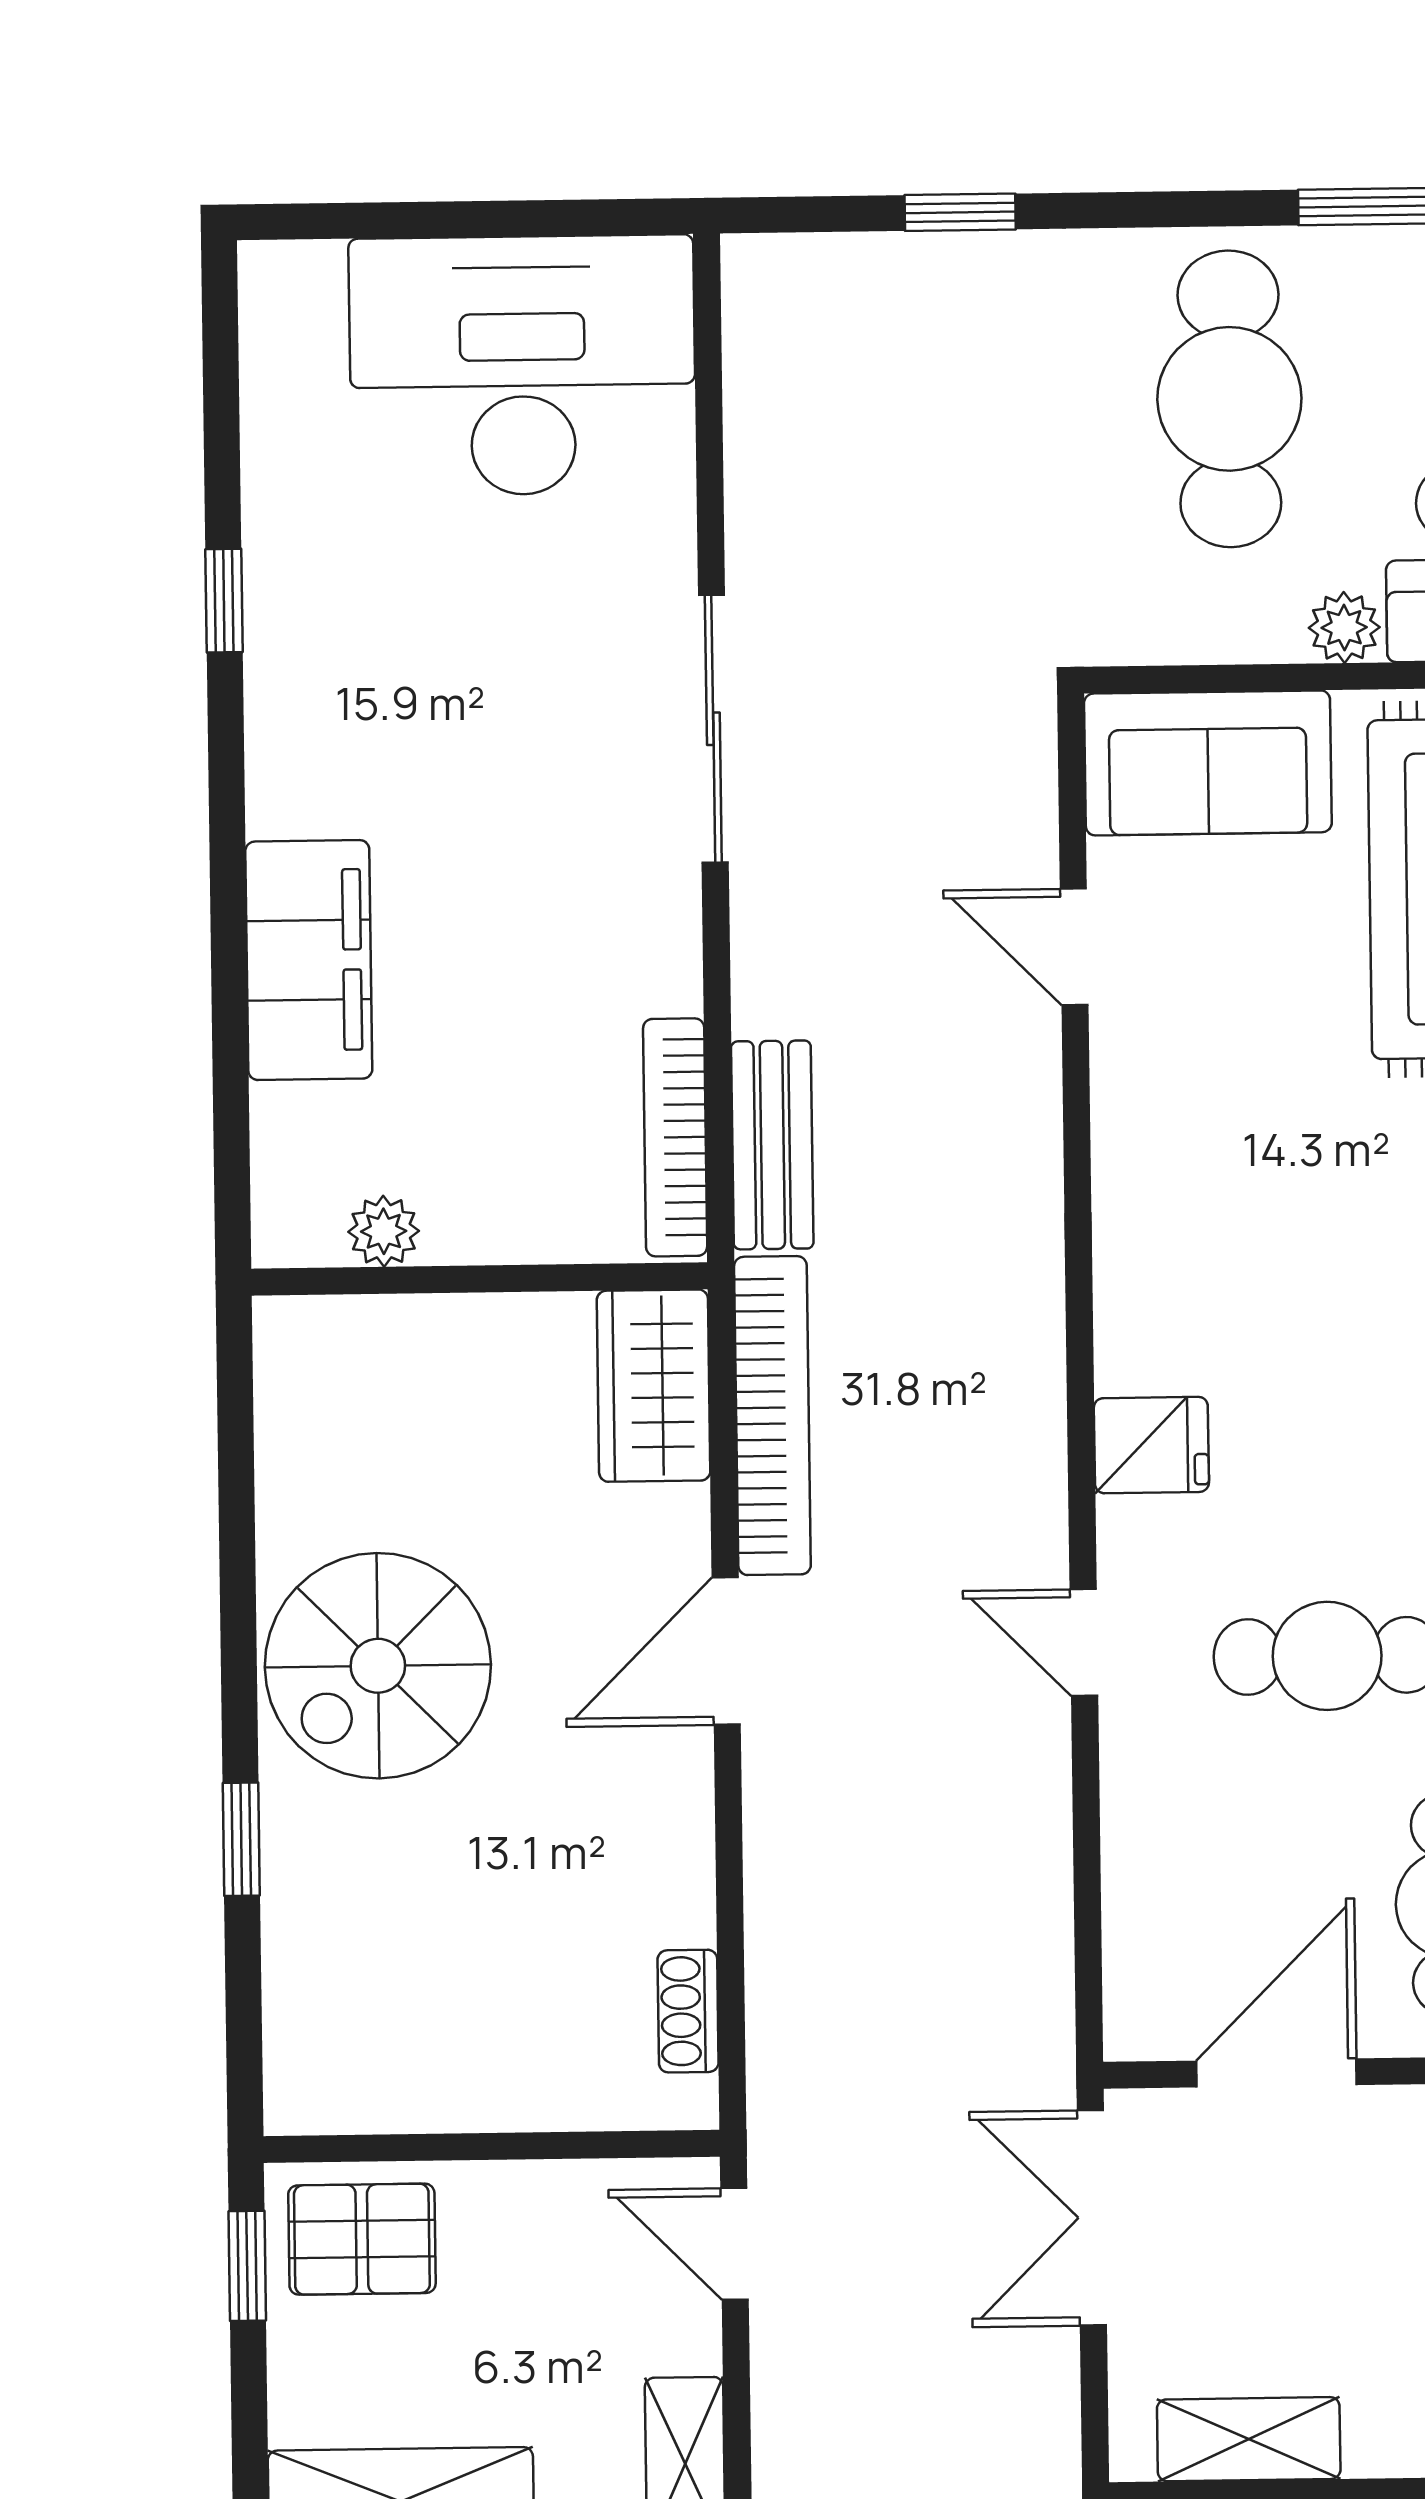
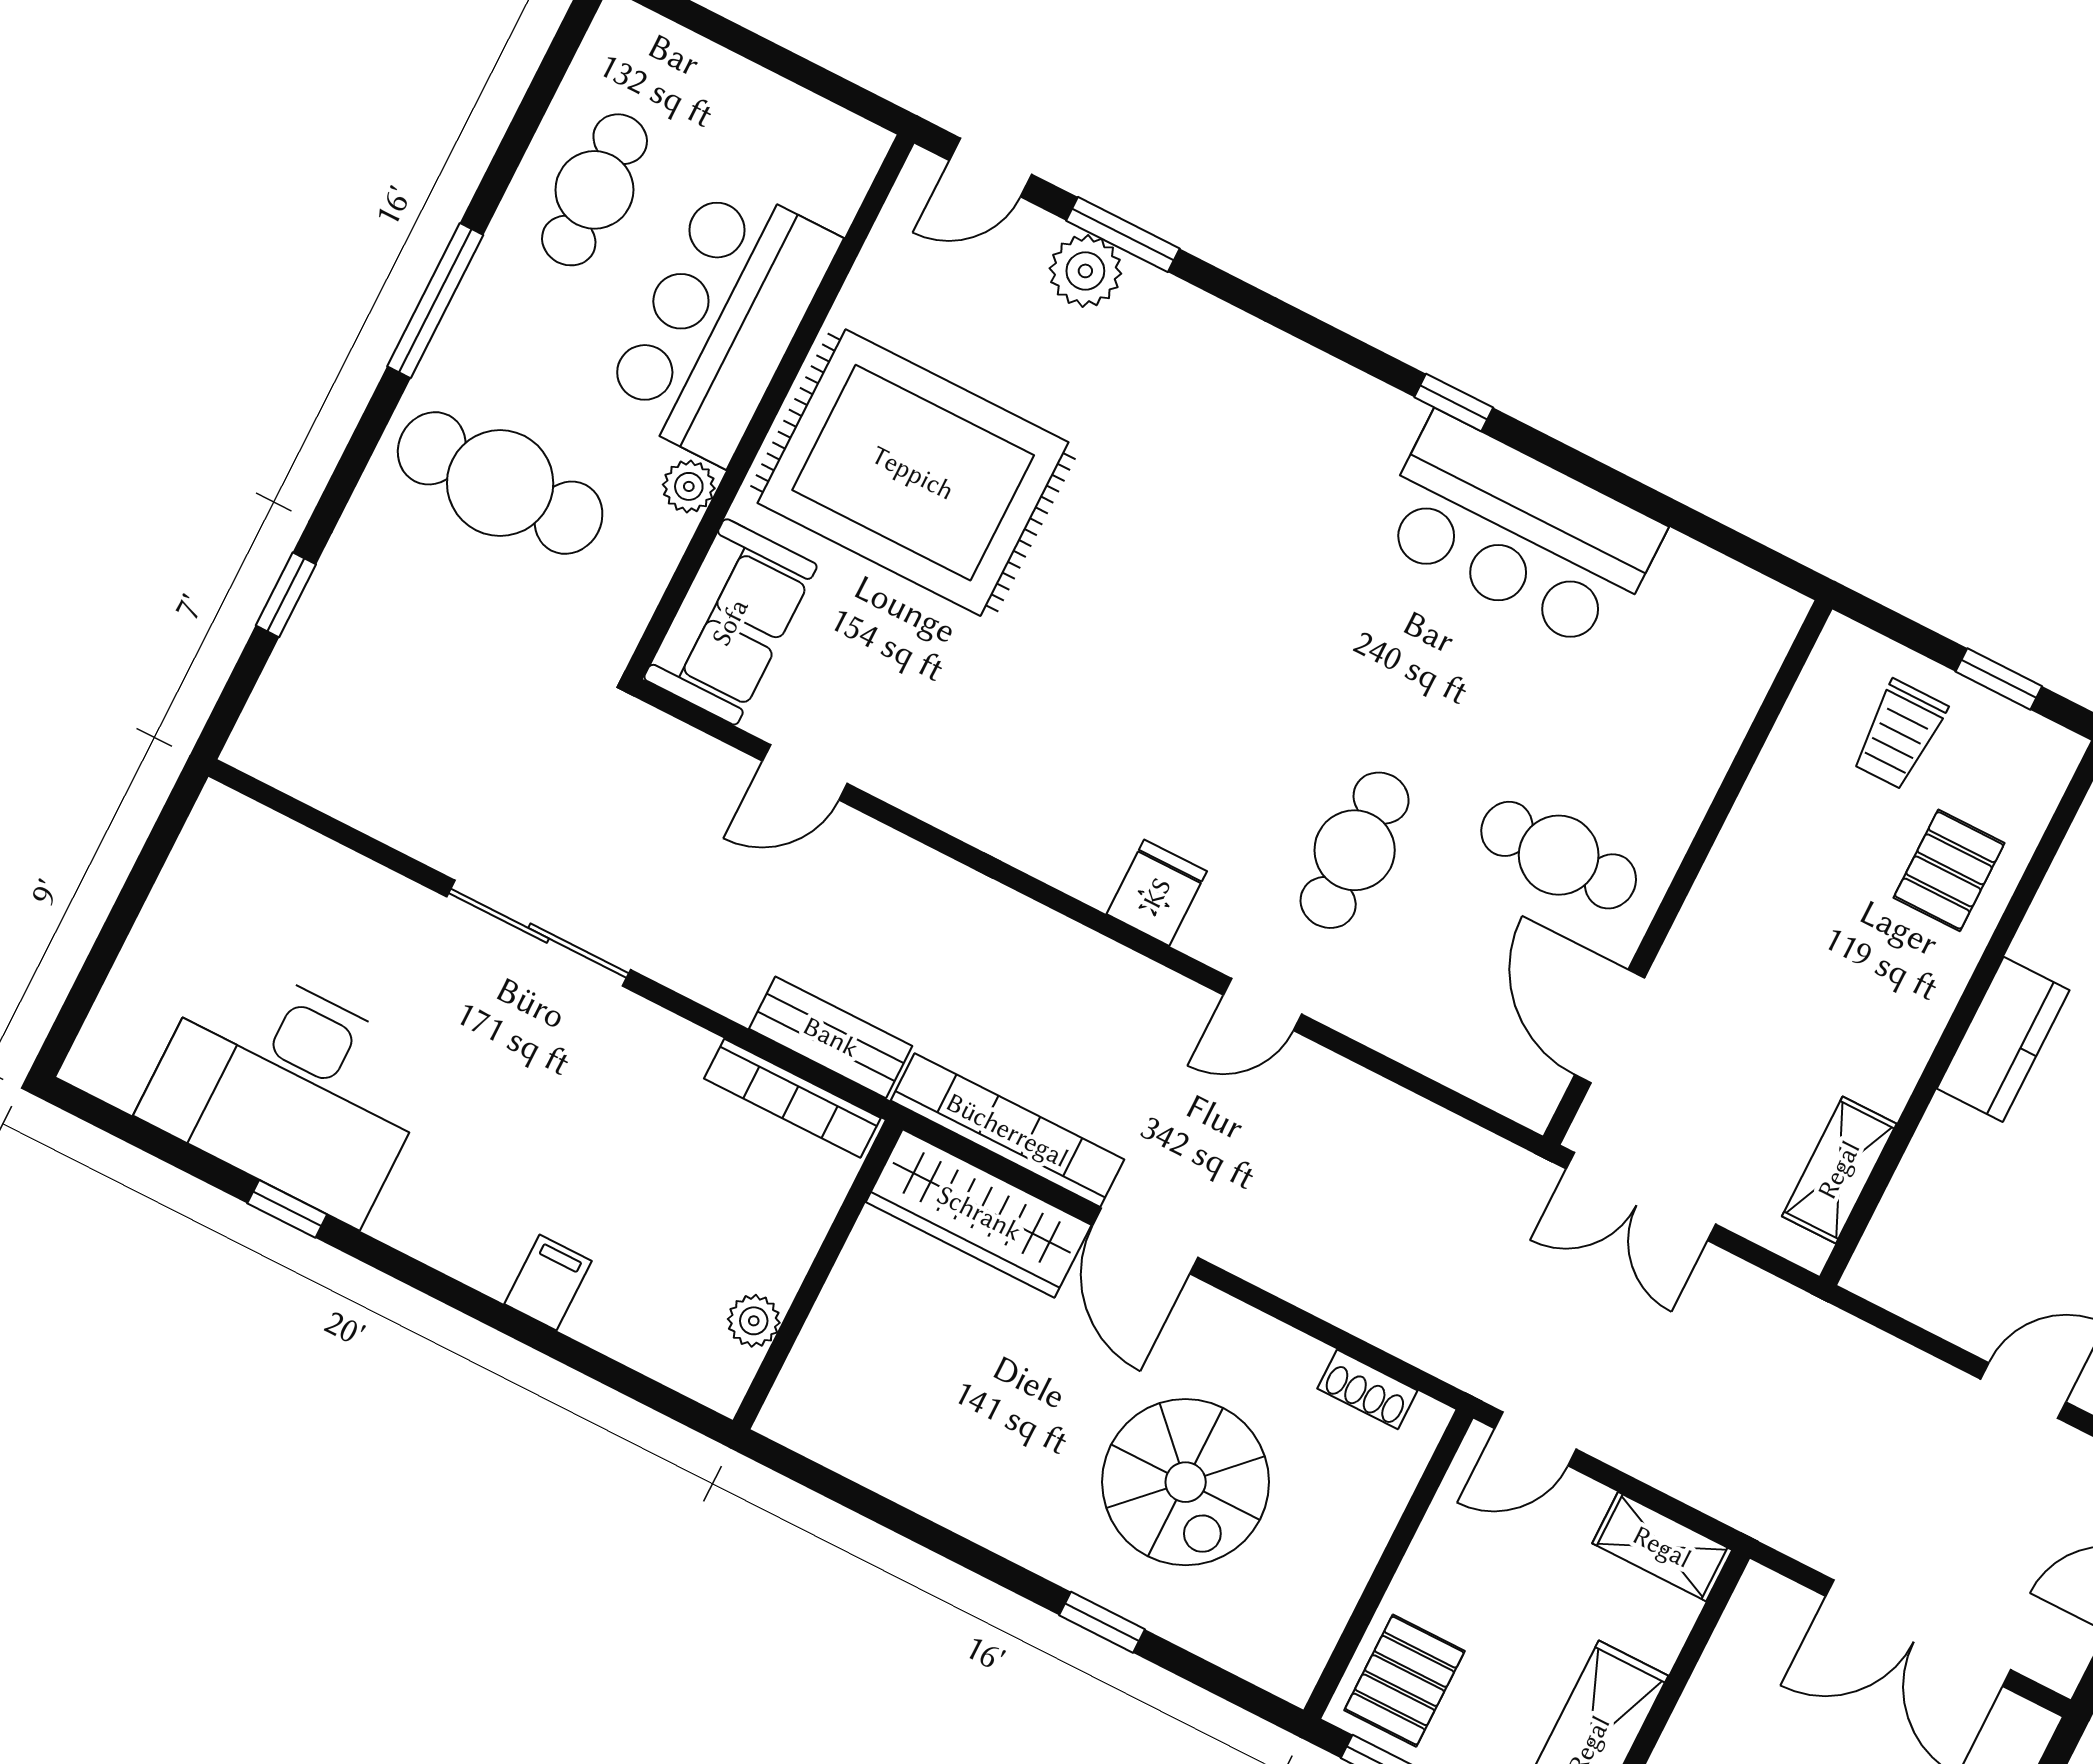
desk: (522, 365) -> (289, 1088), moved, turned -90
filing cabinet: (309, 960) -> (548, 1283), width x0.33, depth x0.86
wardrobe: (654, 1386) -> (979, 1213), width x1.50
spiral stairs: (378, 1666) -> (1186, 1482), moved

